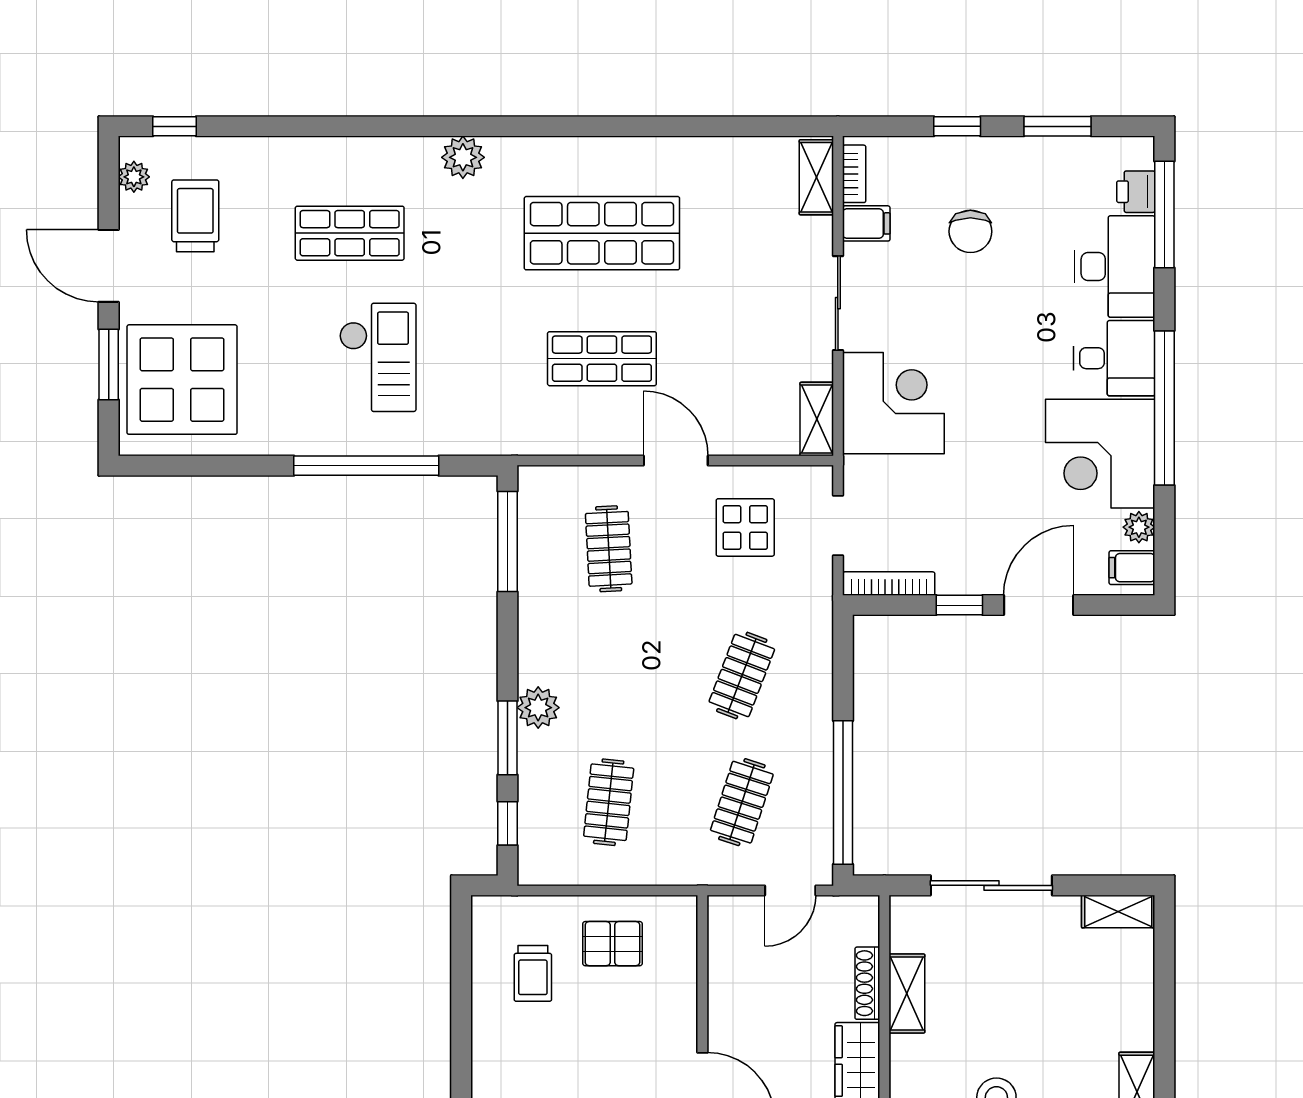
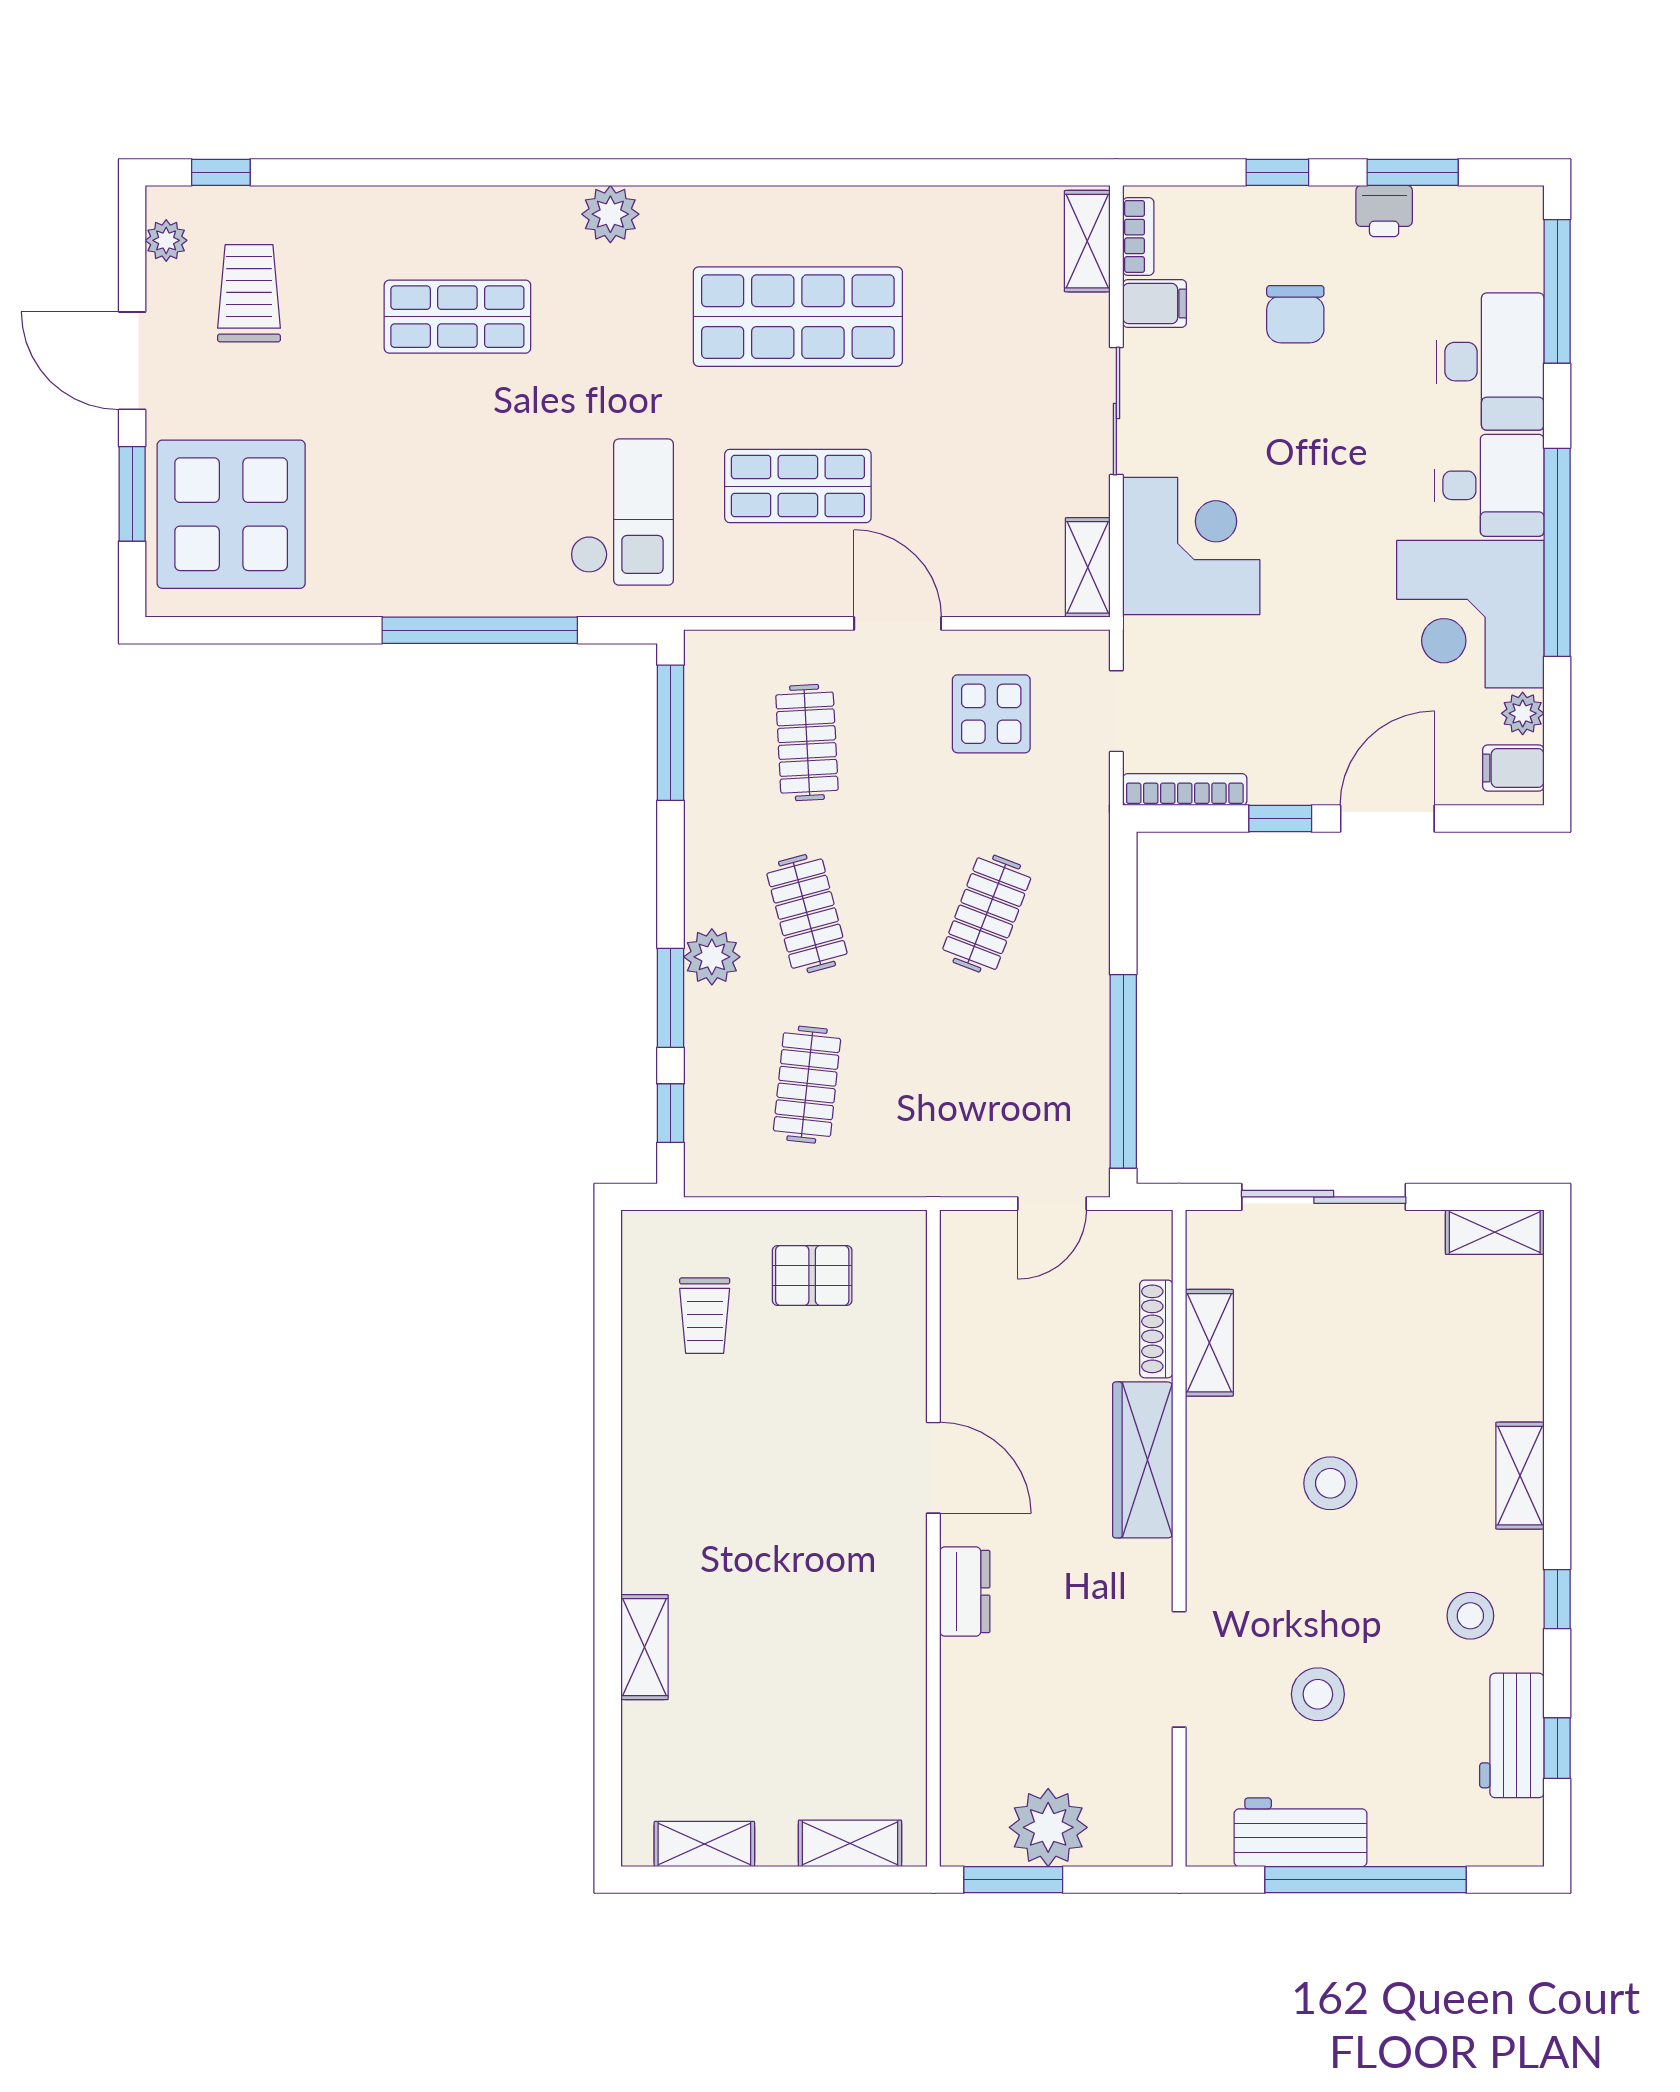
printer: (1136, 192) -> (1384, 211), moved, turned -90
checkout: (378, 357) -> (622, 512), moved
clothes rail: (742, 802) -> (807, 914), moved, turned -33

